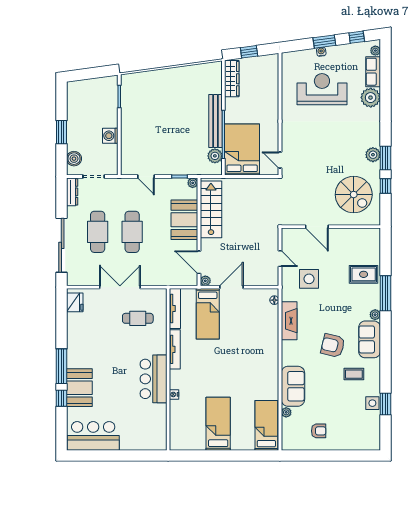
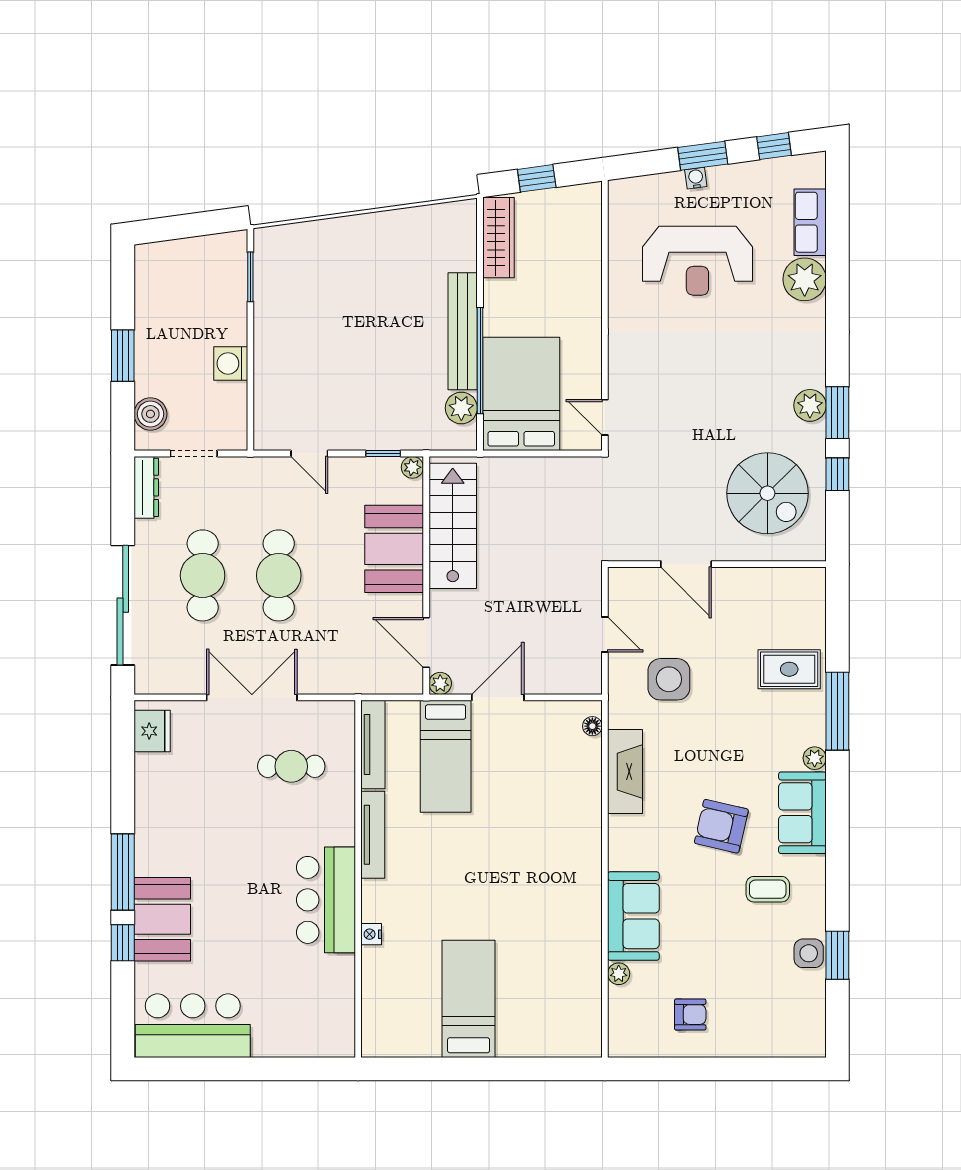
plant: (375, 51) -> (815, 176), removed
reception desk: (322, 89) -> (697, 261), turned 180
bed: (266, 425) -> (575, 1002), removed

